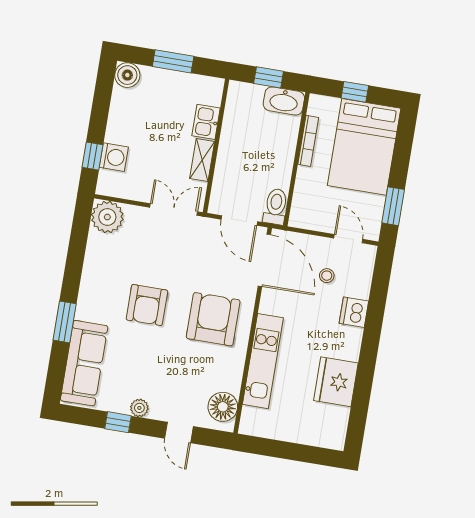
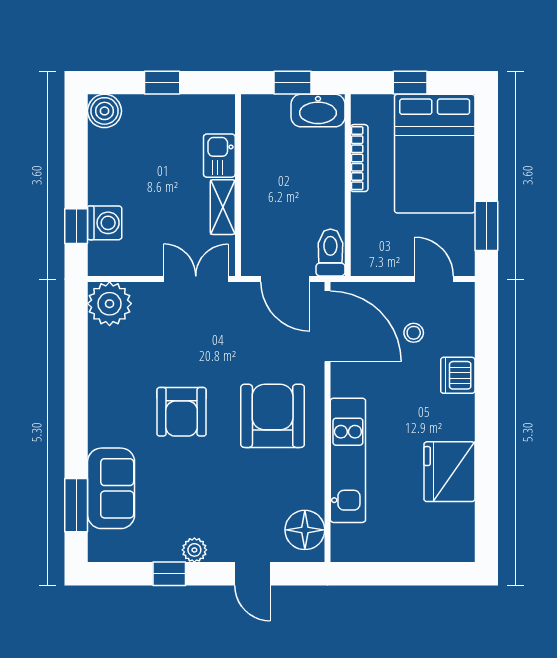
window: (173, 61) -> (162, 83), width x0.67
window: (65, 322) -> (76, 505), moved
sofa: (84, 363) -> (111, 488), width x0.73

